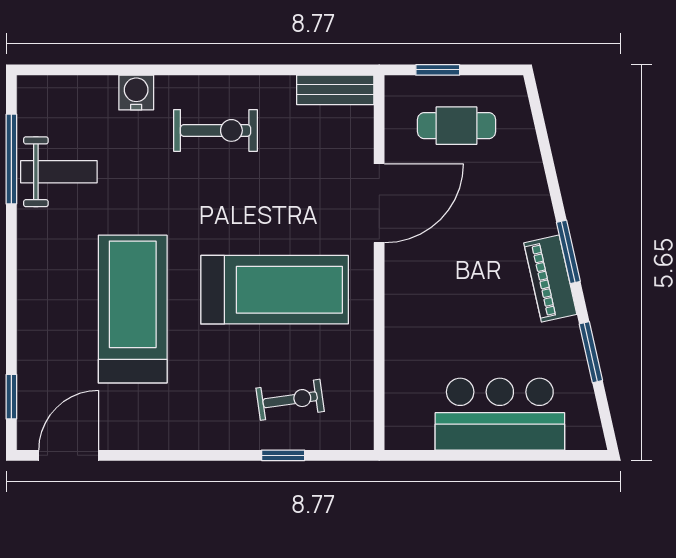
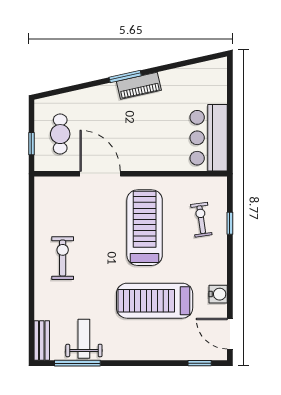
bench: (335, 90) -> (42, 341), moved
water cooler: (136, 93) -> (218, 294), moved, turned 180
window: (591, 352) -> (177, 65), removed
bar counter: (500, 414) -> (209, 138), moved

